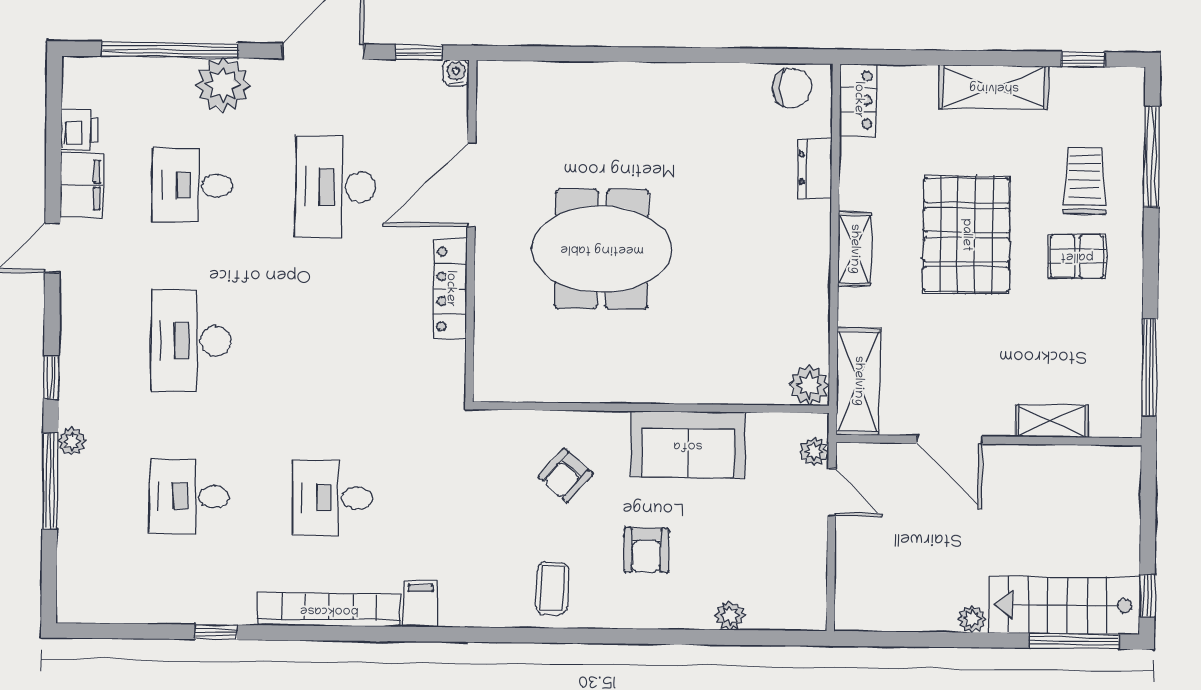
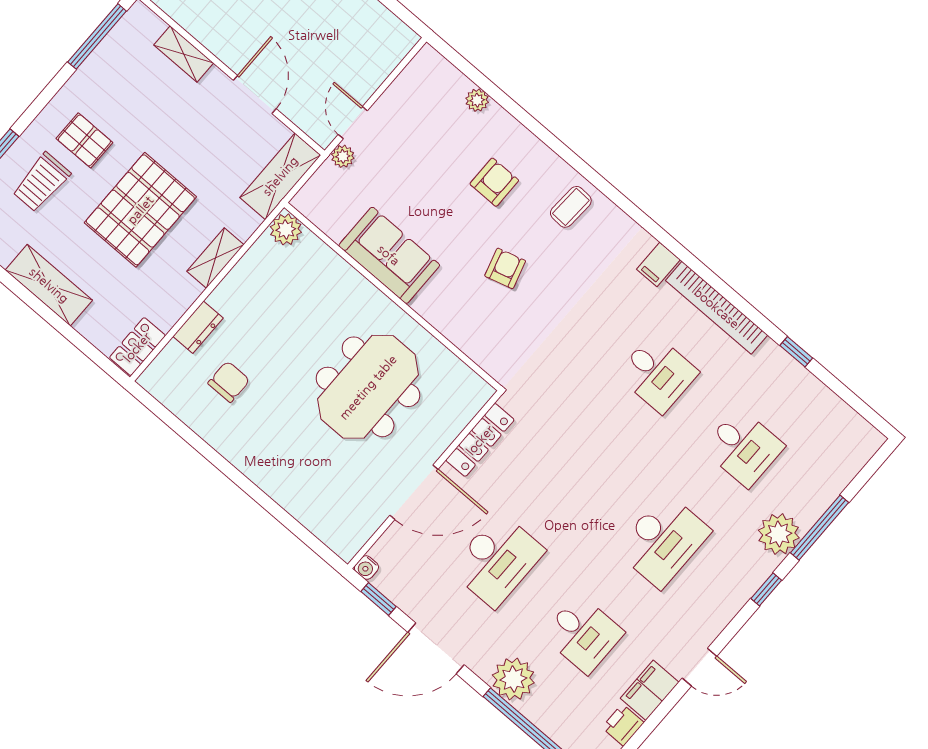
chair: (792, 88) -> (229, 382), moved, turned 90
meeting table: (602, 249) -> (368, 387), turned 90
plant: (809, 385) -> (286, 229), moved
wall: (651, 407) -> (393, 297), moved
plant: (72, 441) -> (779, 534), width x1.88, depth x1.88
sofa: (688, 445) -> (389, 255), moved
armchair: (566, 475) -> (505, 268), turned -57

